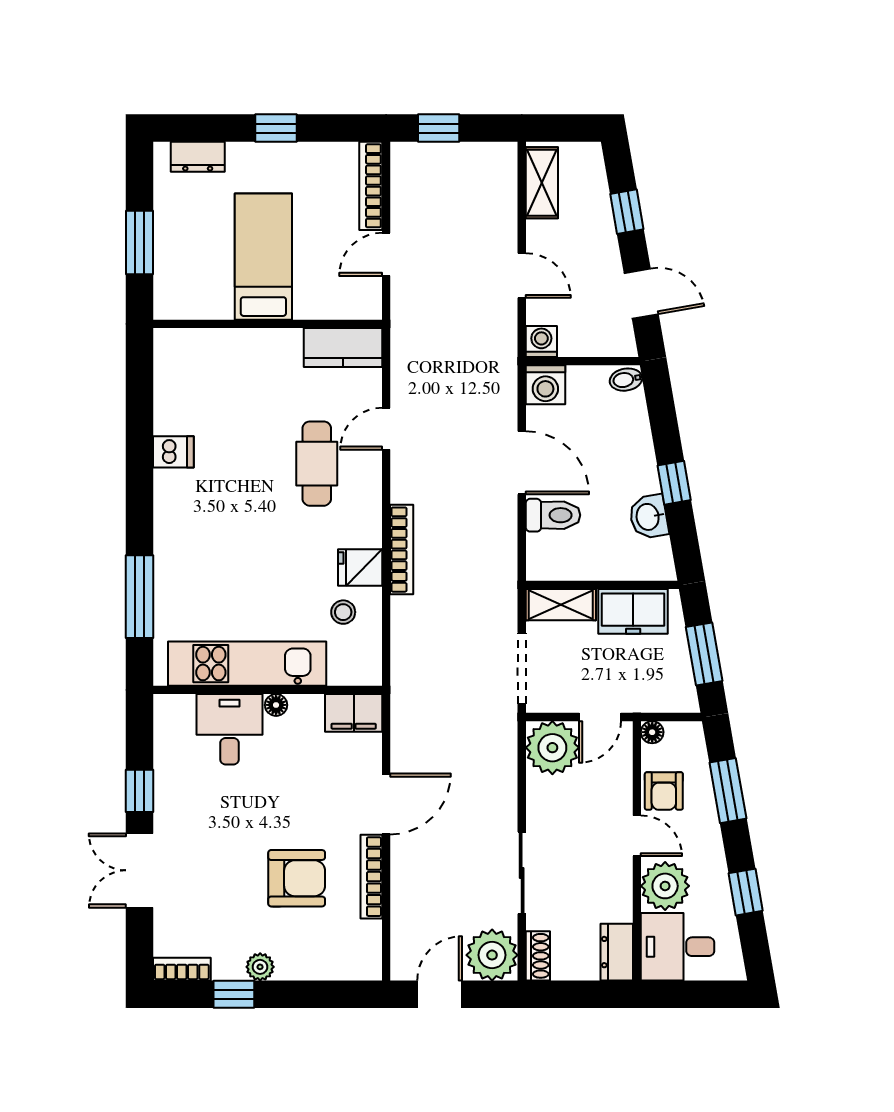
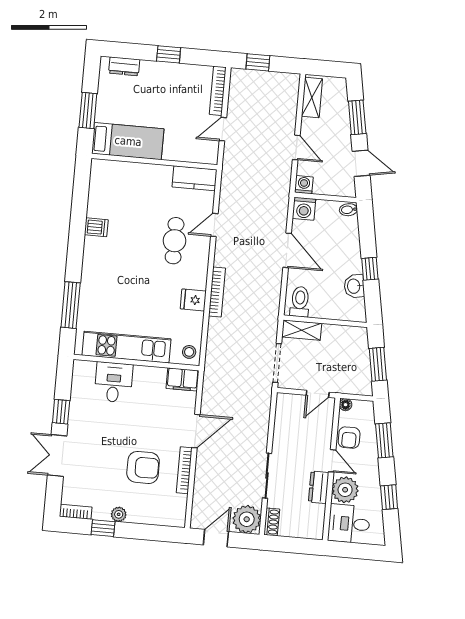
window: (627, 212) -> (357, 117), width x1.50
bed: (263, 257) -> (128, 141), moved, turned 90
toilet: (553, 515) -> (300, 302), moved, turned -90
freezer: (633, 611) -> (341, 337), removed
stool: (343, 612) -> (189, 352), moved
floor lamp: (276, 705) -> (140, 371), removed
plant: (552, 748) -> (290, 408), removed
dresser: (617, 952) -> (319, 487), moved

